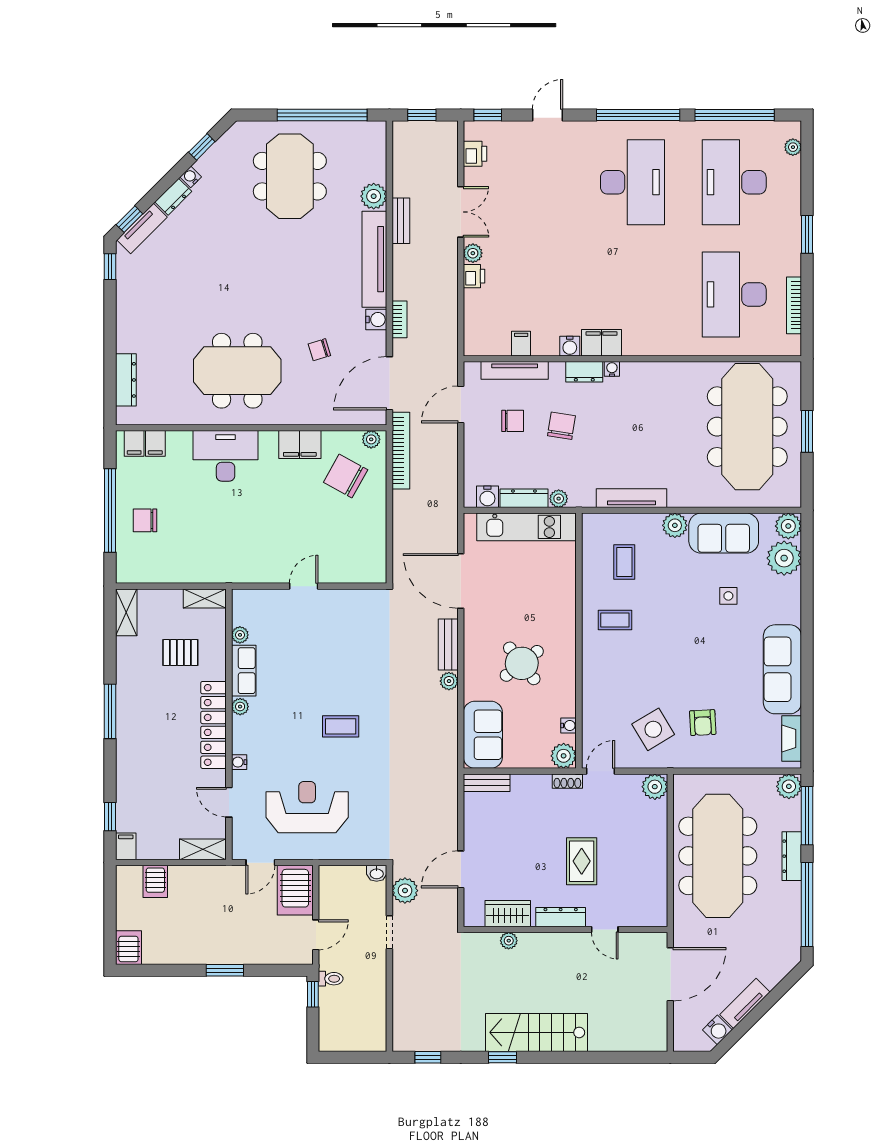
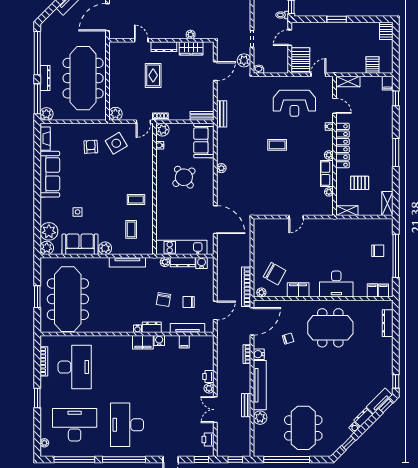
desk: (734, 182) -> (75, 425), turned -90
bench: (448, 645) -> (222, 114), moved

